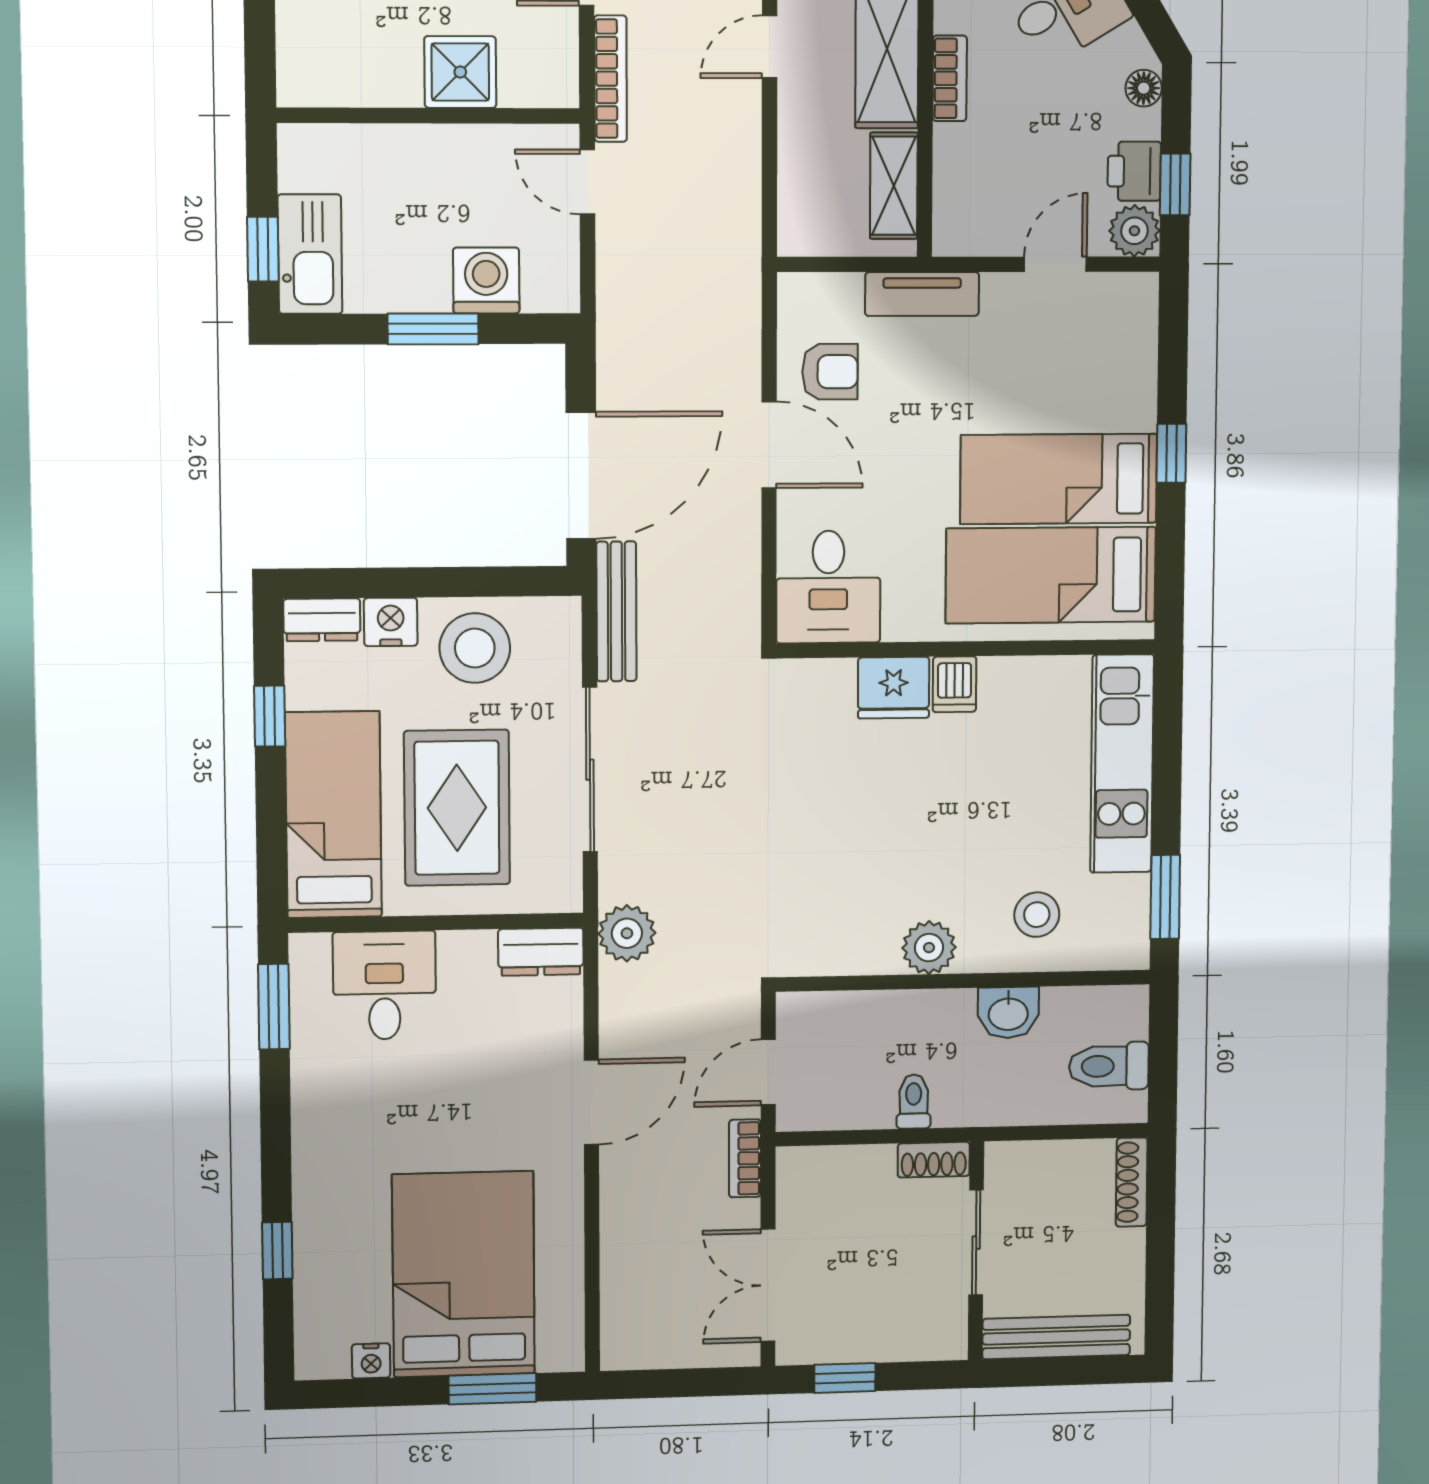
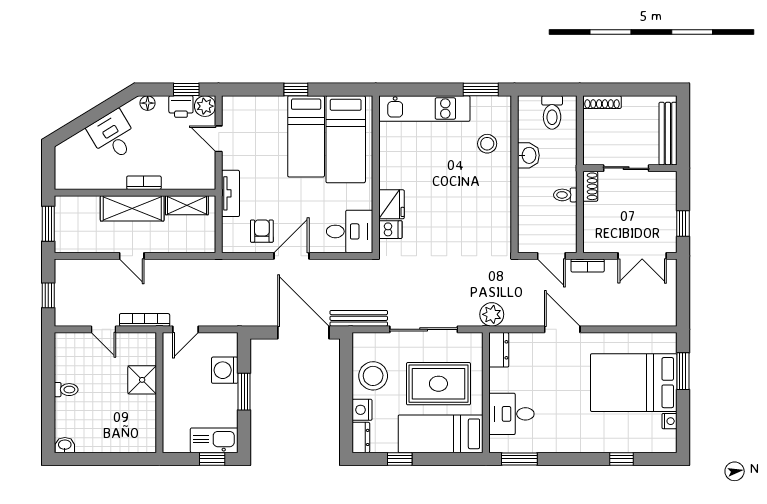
dishwasher: (954, 684) -> (390, 230), moved
plant: (929, 948) -> (500, 189), removed

